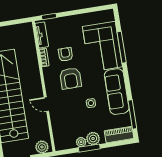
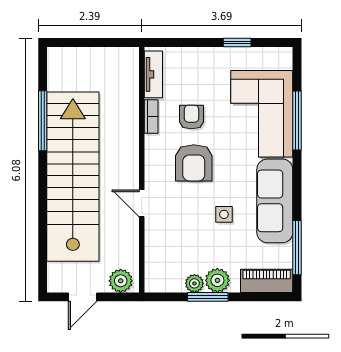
window: (49, 17) -> (237, 43), moved

